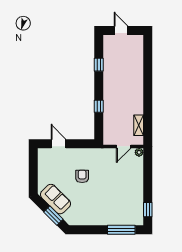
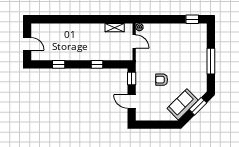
door: (121, 30) -> (27, 44), swing flipped
door: (59, 144) -> (132, 101), hinge flipped
window: (83, 144) -> (132, 79), added
window: (121, 230) -> (211, 61), moved

